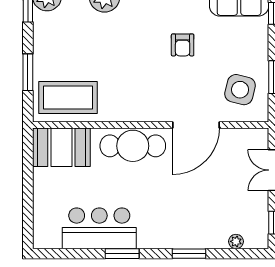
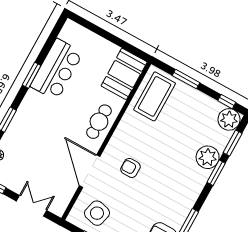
armchair: (183, 45) -> (130, 168), moved
cafe table: (133, 146) -> (99, 122), width x0.73, depth x0.74

